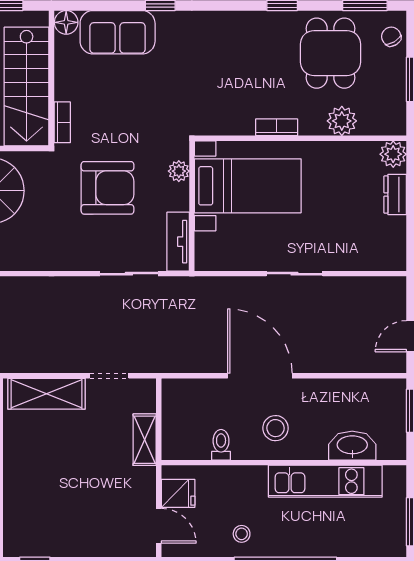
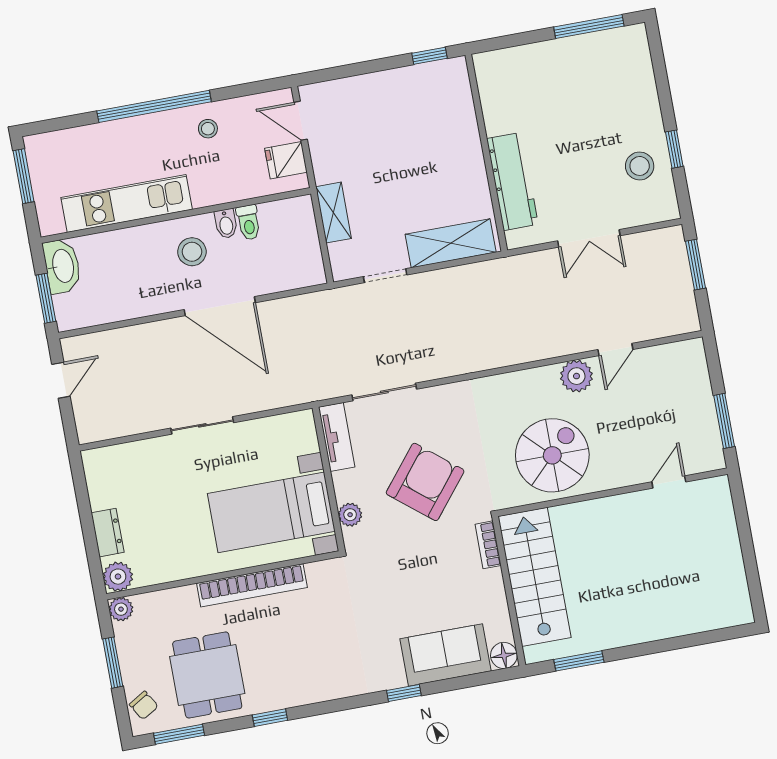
plant: (342, 121) -> (121, 609), moved, width x0.73, depth x0.73
bookcase: (277, 127) -> (252, 585), width x2.31, depth x1.31
armchair: (108, 188) -> (425, 482), turned 129
washbasin: (352, 446) -> (62, 266), moved, turned -90
bidet: (241, 447) -> (226, 224), added

